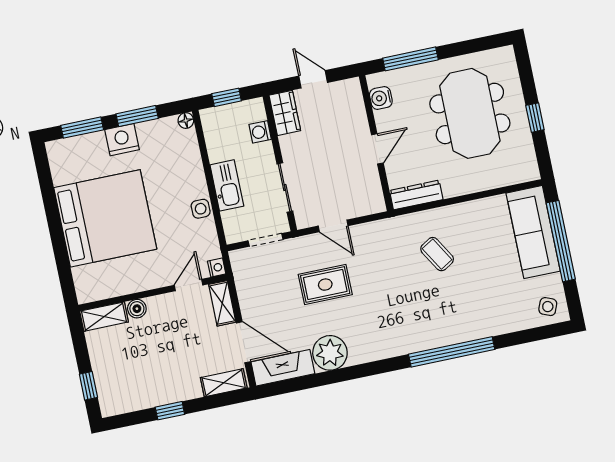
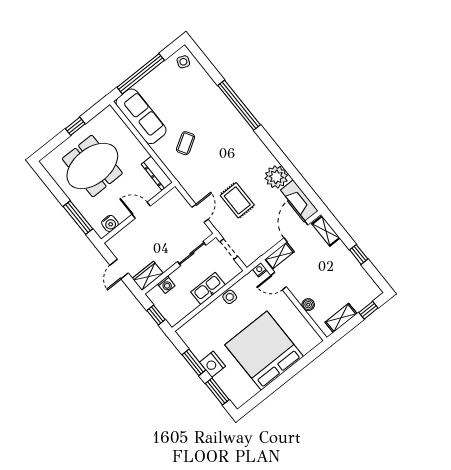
floor lamp: (186, 121) -> (182, 332), removed
sofa: (533, 232) -> (141, 116), moved, turned -90
shelving: (104, 317) -> (341, 318), moved, turned 90

